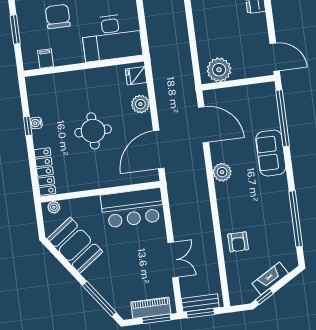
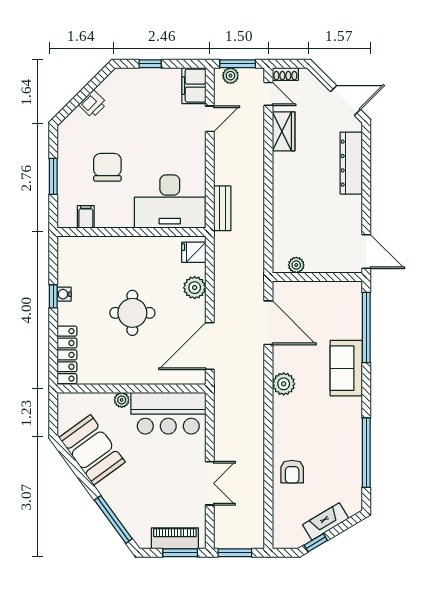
plant: (219, 70) -> (296, 265), width x0.53, depth x0.53
plant: (54, 207) -> (122, 400), moved
bench: (200, 303) -> (222, 208), moved, turned 90

